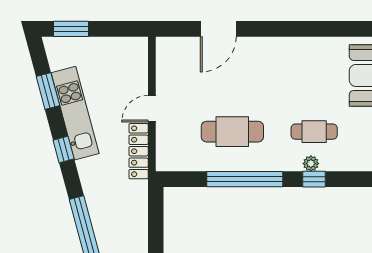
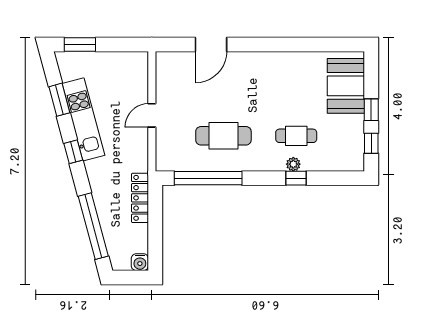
locker: (139, 151) -> (140, 198), moved
window: (245, 179) -> (208, 178), moved

